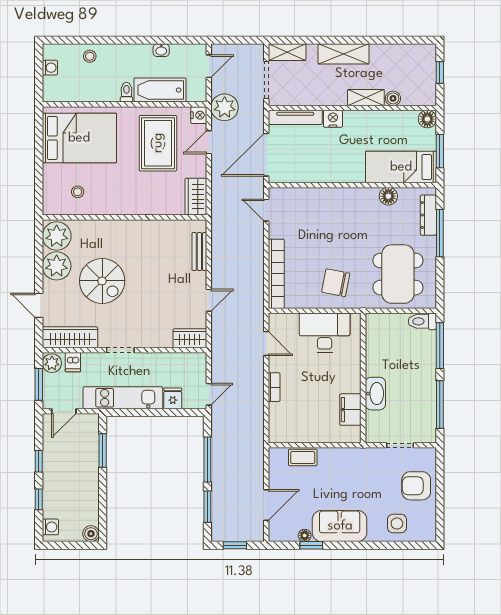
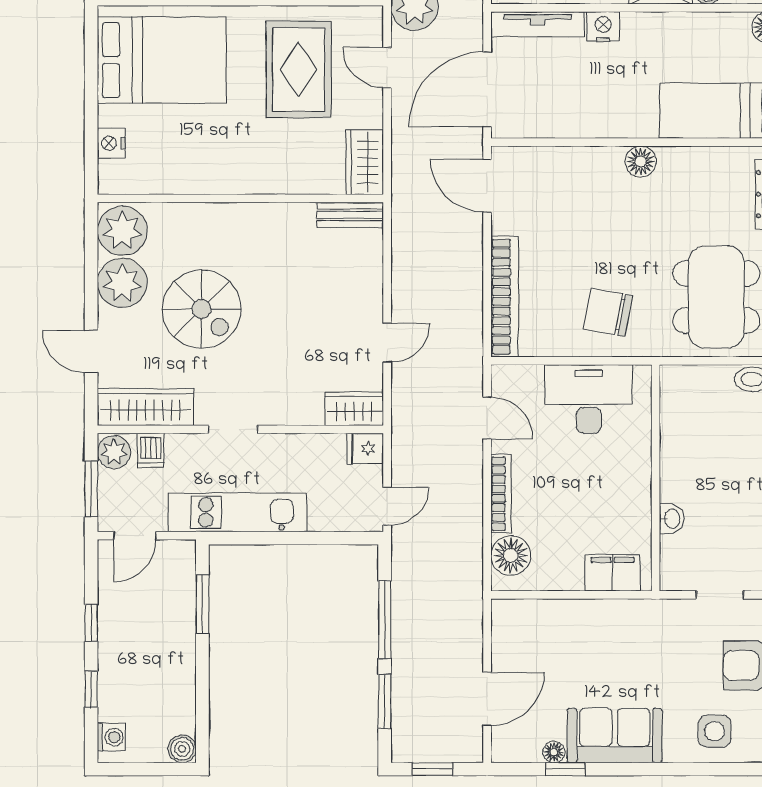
nightstand: (199, 115) -> (111, 143), moved, turned 180
door: (209, 142) -> (387, 67), hinge flipped
stool: (78, 192) -> (159, 154), removed
floor lamp: (388, 196) -> (641, 162), moved
door: (266, 210) -> (487, 186), width x1.38
bench: (199, 252) -> (350, 215), moved, turned 90
bookcase: (274, 387) -> (501, 494), width x1.56
washbasin: (375, 394) -> (672, 519), width x0.52, depth x0.69
fridge: (173, 398) -> (365, 449), moved, turned -90
filing cabinet: (350, 410) -> (613, 573), moved, turned 90
floor lamp: (280, 423) -> (511, 555), added
coffee table: (303, 458) -> (551, 616), removed

